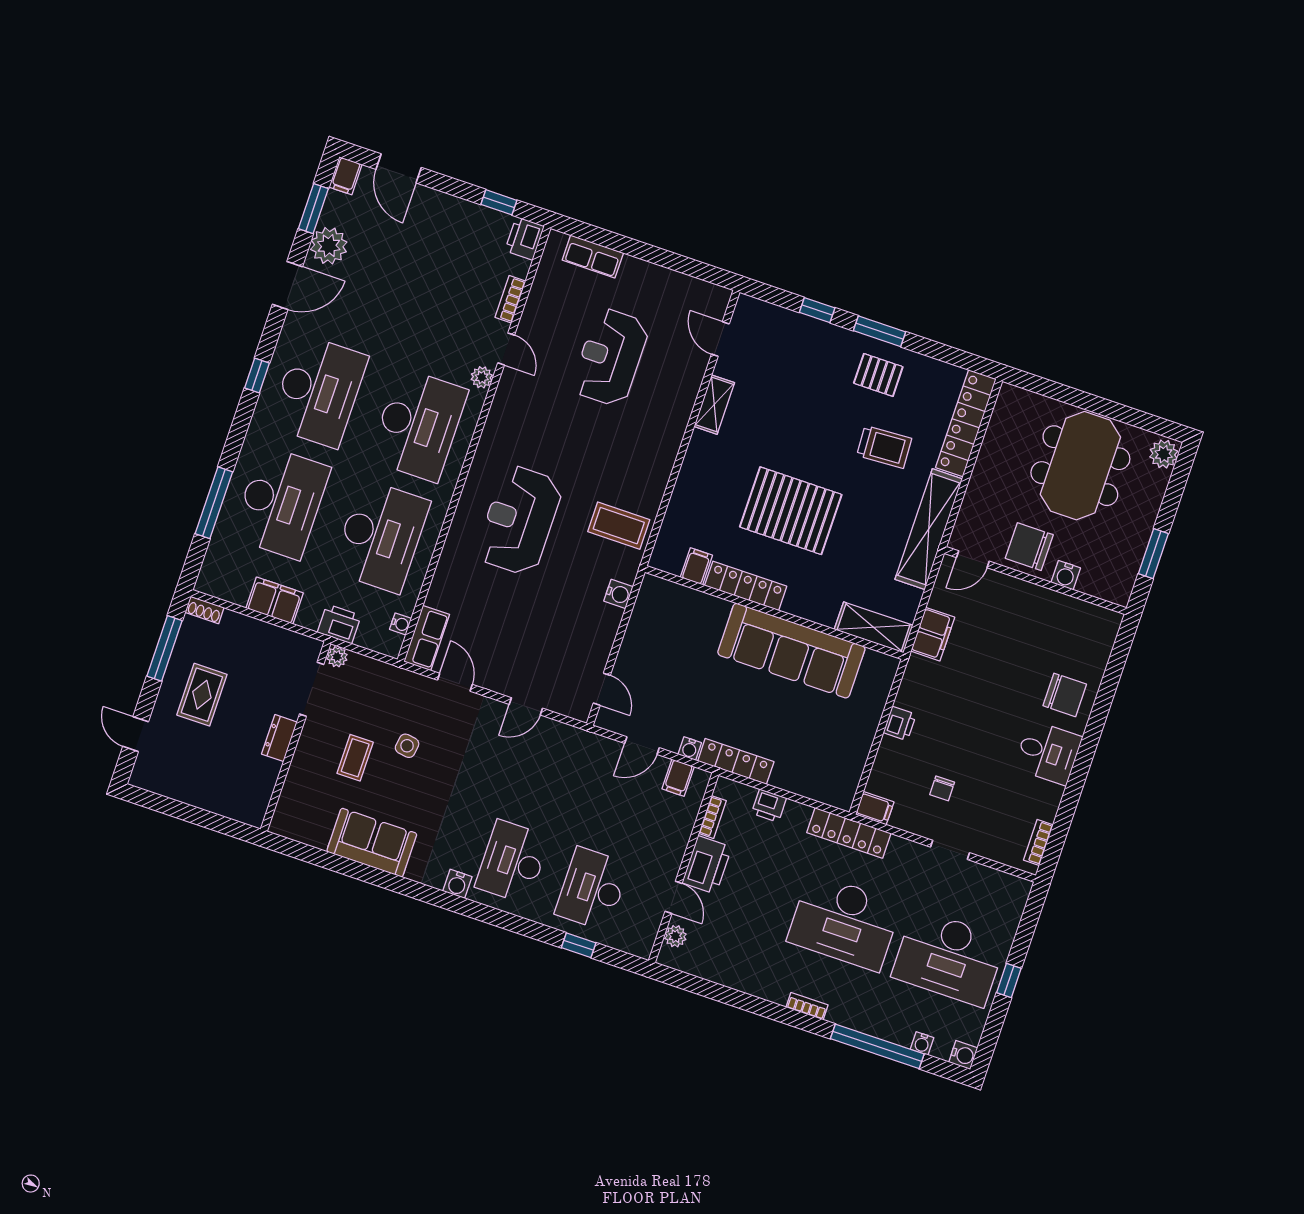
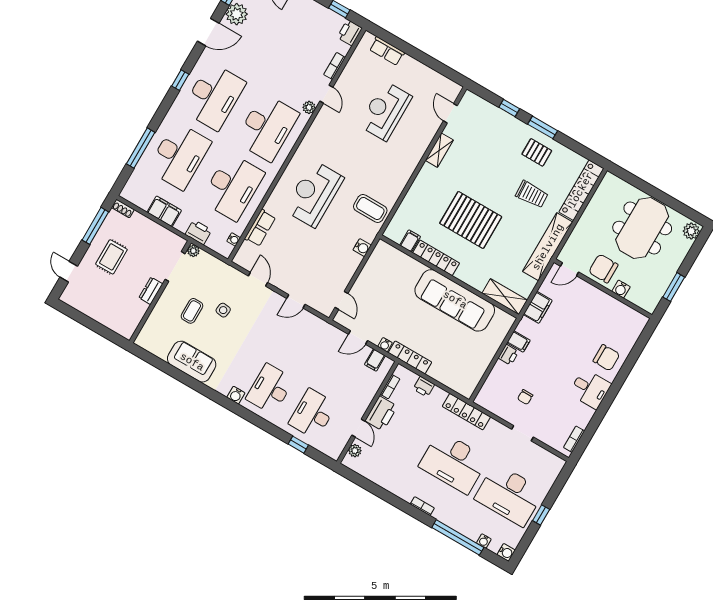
row of seats: (427, 638) -> (260, 228), moved
filing cabinet: (875, 808) -> (519, 342), moved

